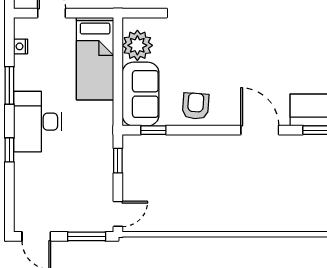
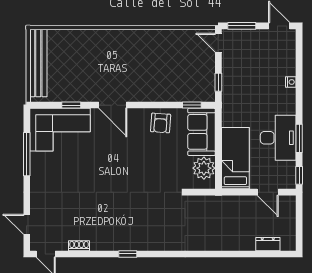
nightstand: (21, 46) -> (291, 82), moved
desk: (38, 122) -> (278, 138), moved
window: (9, 150) -> (299, 175), moved
door: (118, 214) -> (218, 43), hinge flipped

